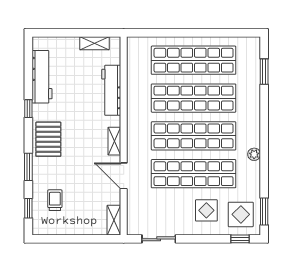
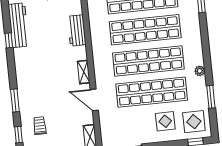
workbench: (111, 90) -> (77, 30), width x0.73
window: (28, 109) -> (9, 40), moved
pallet: (48, 139) -> (29, 76), removed
window: (264, 211) -> (211, 97), moved

